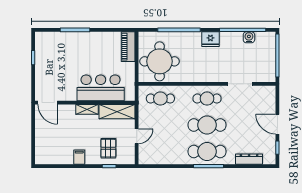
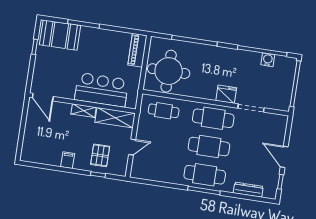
fridge: (210, 39) -> (226, 94), moved, turned 180
booth: (55, 43) -> (60, 35), added
cafe table: (207, 99) -> (213, 118), width x1.37, depth x1.35

